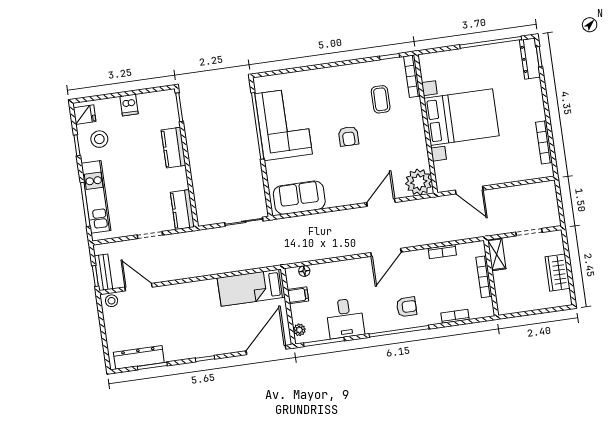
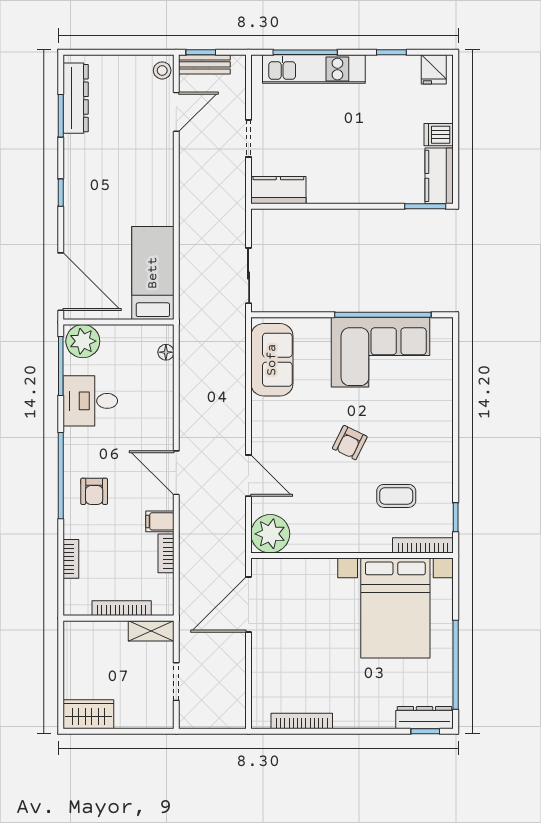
bed with nightstands: (461, 117) -> (395, 608), moved
armchair: (349, 136) -> (350, 443), turned -64
stool: (99, 139) -> (396, 86), removed
kitchen counter: (174, 148) -> (439, 176), moved, turned -90
door: (469, 190) -> (249, 605), width x1.36
wardrobe: (558, 273) -> (88, 714), moved
filing cabinet: (298, 295) -> (160, 521), moved, turned 90
plant: (299, 330) -> (83, 341), width x1.88, depth x1.88

